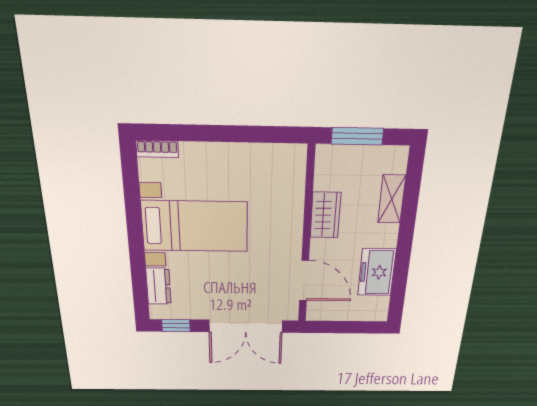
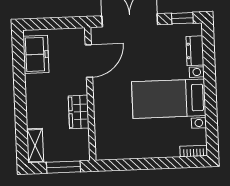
shelving: (392, 199) -> (35, 146), moved
freezer: (377, 272) -> (36, 54), moved
door: (304, 281) -> (89, 61), swing flipped

